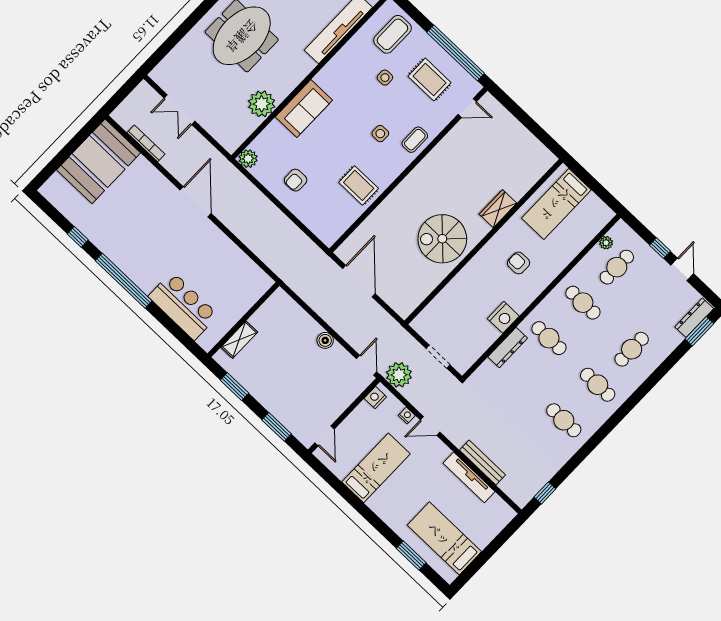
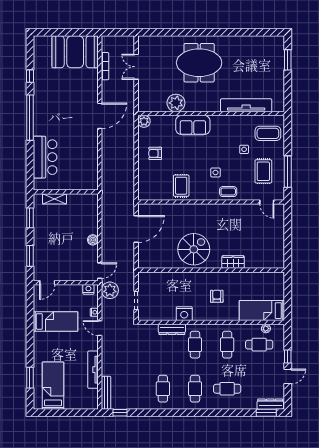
window: (456, 53) -> (288, 172), width x0.68
bed: (556, 204) -> (262, 311), moved
spiral stairs: (442, 239) -> (194, 249), turned 90
bench: (482, 463) -> (106, 393), moved

